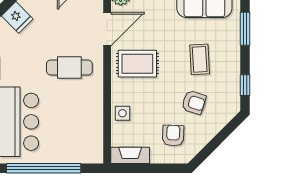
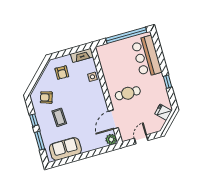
rug: (137, 64) -> (92, 106), removed
window: (245, 85) -> (34, 120), moved
armchair: (194, 102) -> (46, 97), moved

